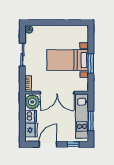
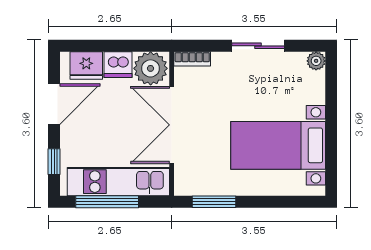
bed with nightstands: (68, 60) -> (278, 145), moved, turned -90
window: (91, 63) -> (214, 202), moved
window: (91, 121) -> (107, 202), width x1.44
door: (48, 144) -> (54, 104), hinge flipped

